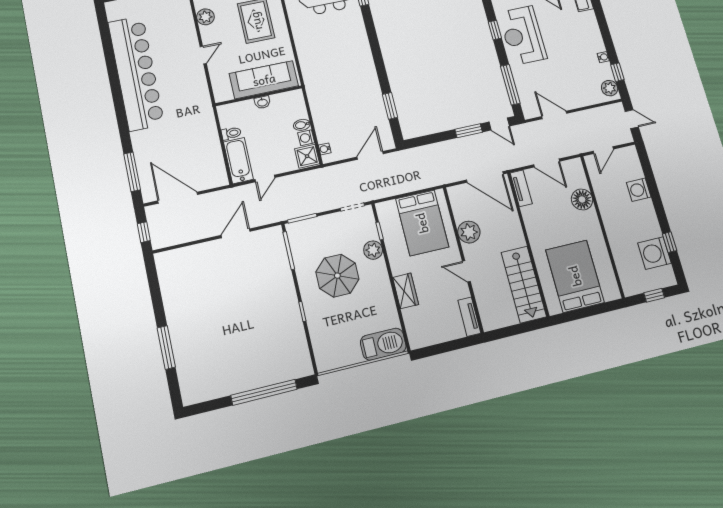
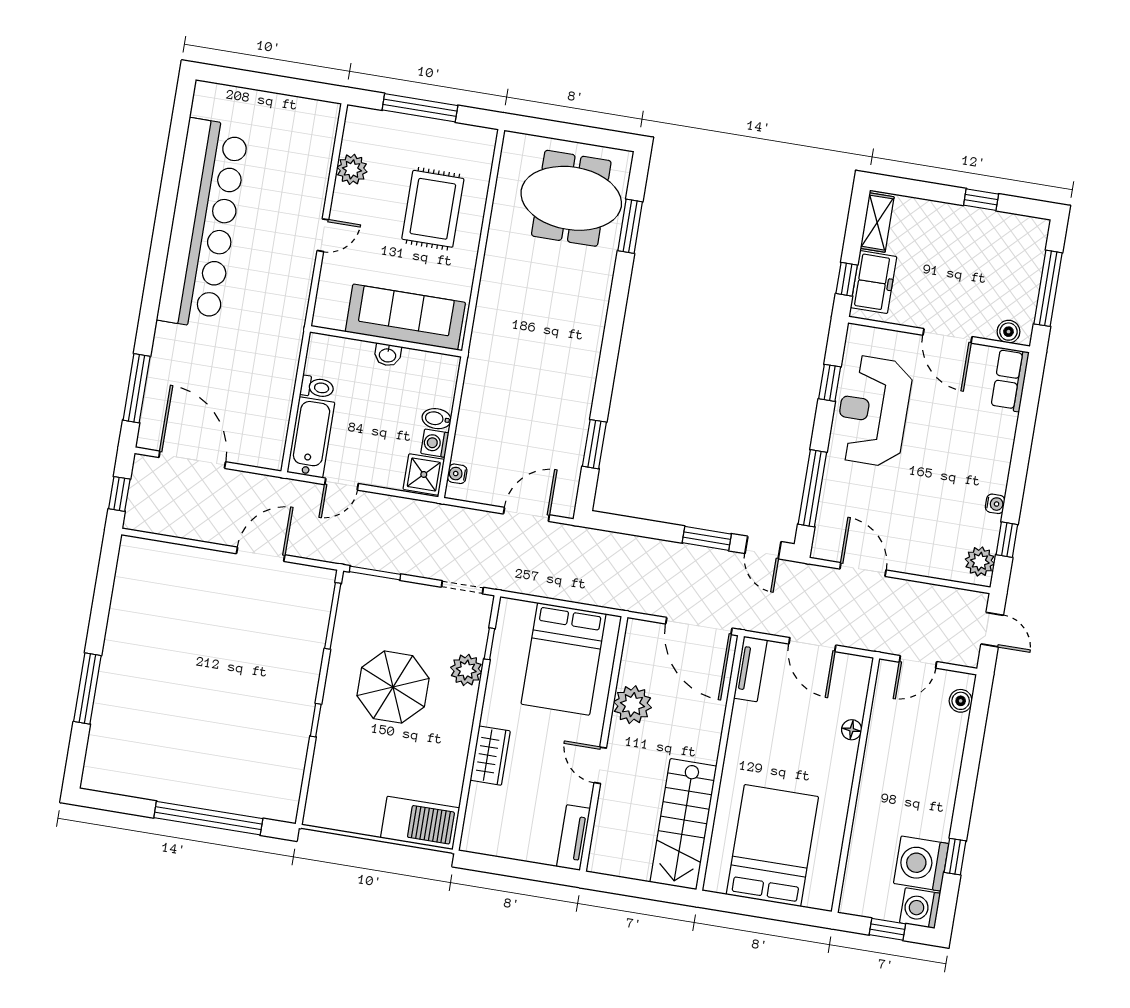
boiler: (634, 161) -> (961, 701), added
washing machine: (639, 190) -> (920, 908), moved
floor lamp: (582, 199) -> (852, 730), width x0.53, depth x0.53

